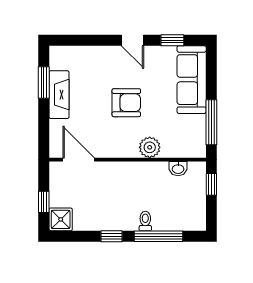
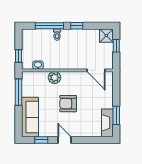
fireplace: (59, 95) -> (107, 123), moved

